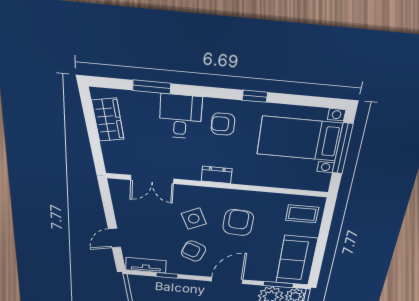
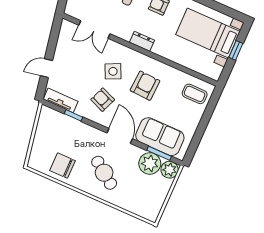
window: (343, 149) -> (236, 50), width x0.46
sofa: (297, 261) -> (160, 137), moved, turned 90
door: (227, 280) -> (120, 136), hinge flipped

